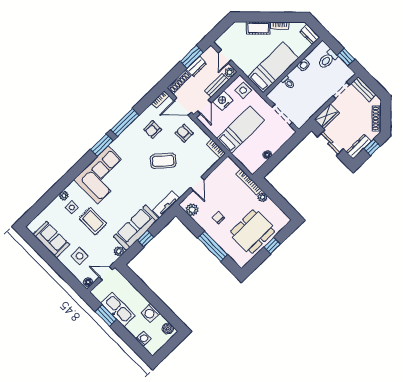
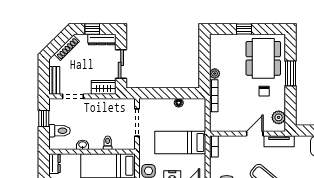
tv unit: (166, 204) -> (279, 141), moved
dining table: (253, 232) -> (263, 58), moved, turned 90
window: (213, 246) -> (290, 73), width x0.69

